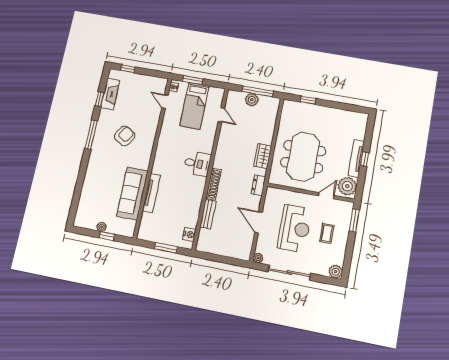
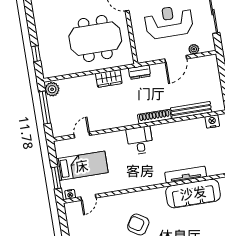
plant: (252, 100) -> (52, 89), moved
bench: (208, 214) -> (191, 110), width x1.36
plant: (258, 258) -> (194, 49), moved

